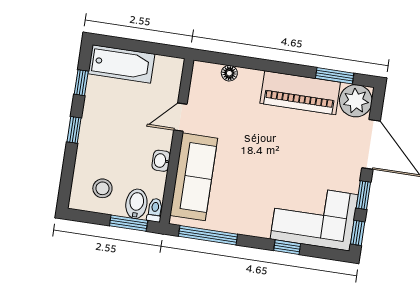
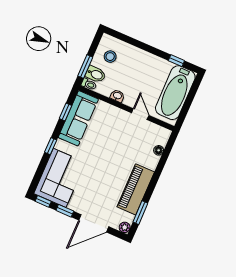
bathtub: (121, 64) -> (175, 93), width x1.36, depth x1.36
plant: (356, 101) -> (125, 227), width x0.53, depth x0.53
window: (74, 130) -> (149, 49), removed
sofa: (194, 177) -> (78, 118), moved, turned -90
window: (208, 235) -> (66, 112), width x0.46
window: (287, 247) -> (51, 146), moved

